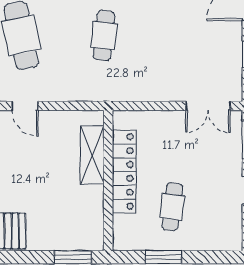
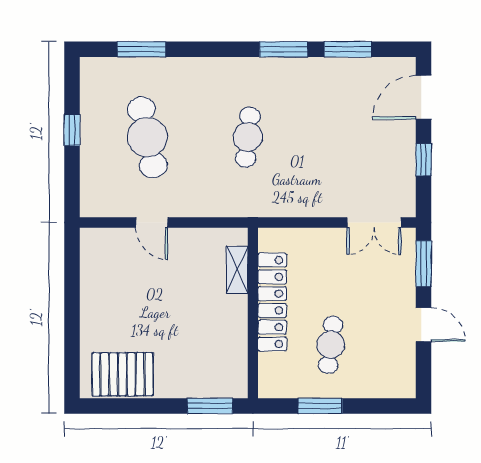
shelving: (92, 155) -> (237, 270), width x0.67, depth x0.75

